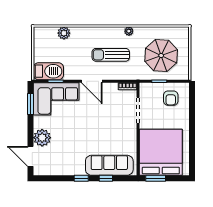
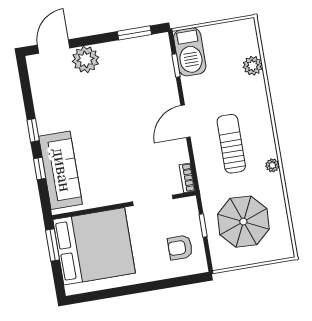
corner sofa: (56, 99) -> (149, 71), removed

